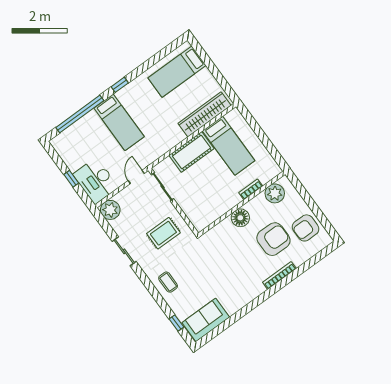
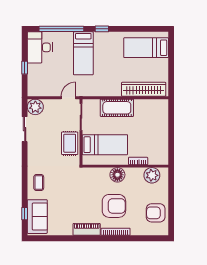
bed: (229, 146) -> (105, 145), moved, turned -90
desk: (96, 181) -> (40, 47), moved
rug: (163, 233) -> (70, 143), moved, turned 90
armchair: (273, 239) -> (114, 206), moved
sliding door: (124, 251) -> (25, 129), moved
piano: (249, 294) -> (87, 229), added
sofa: (206, 320) -> (37, 217), moved, turned 90

